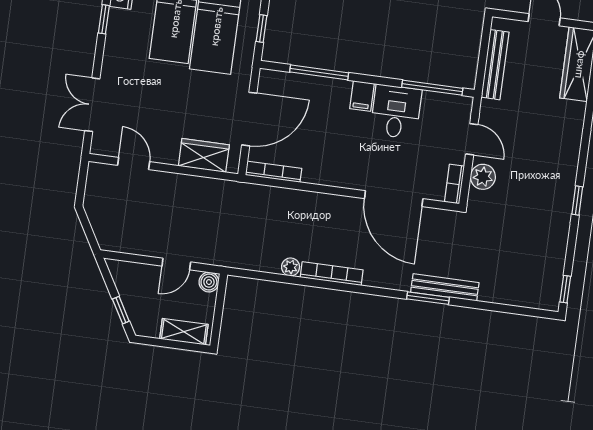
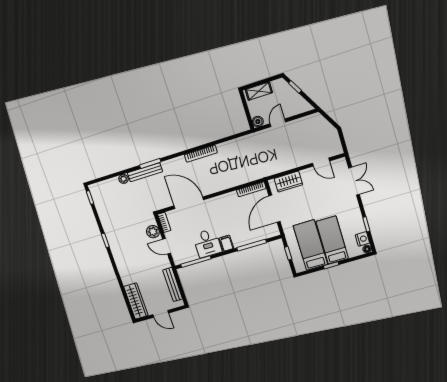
plant: (291, 267) -> (124, 179), moved

